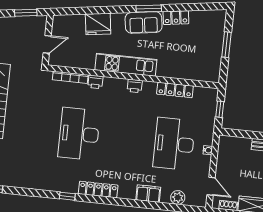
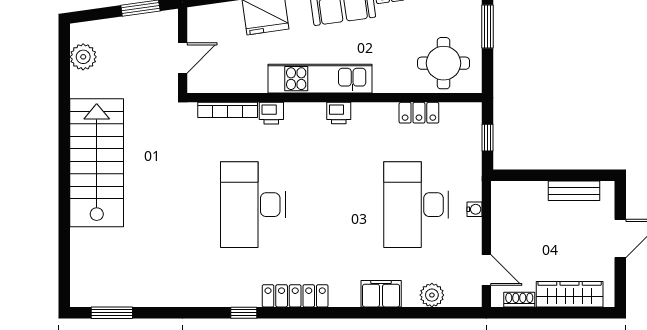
round table: (199, 63) -> (444, 63), added
locker: (175, 90) -> (419, 113), width x0.66

